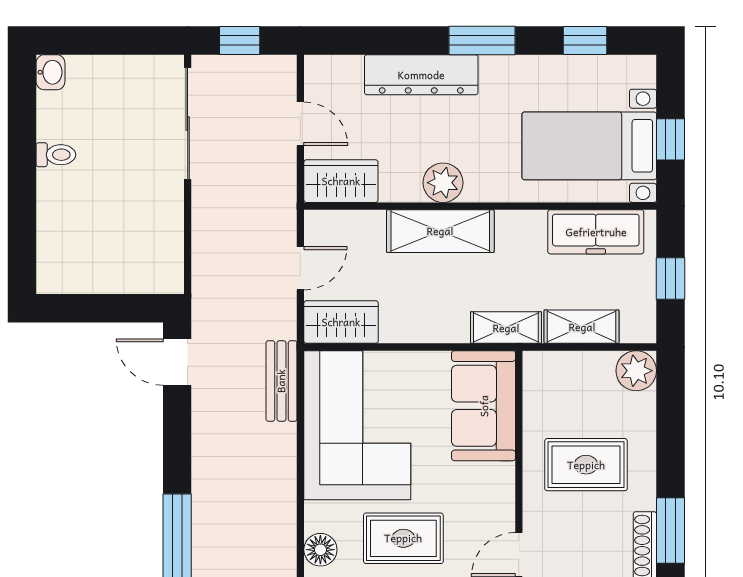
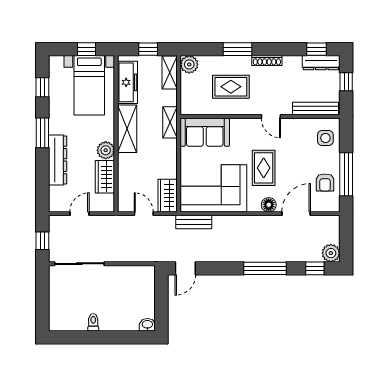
washbasin: (50, 72) -> (147, 325), moved
wardrobe: (341, 181) -> (105, 177), moved
shelving: (440, 231) -> (127, 129), moved
shelving: (582, 327) -> (170, 73), moved
rug: (586, 465) -> (231, 87), turned 90
window: (671, 531) -> (238, 49), moved

